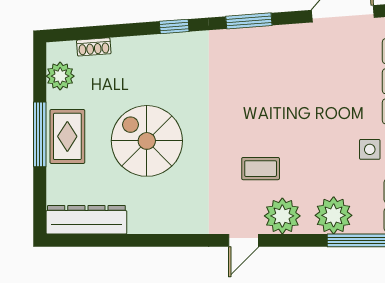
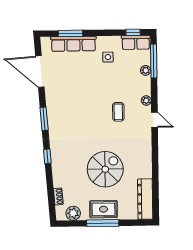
spiral stairs: (147, 141) -> (105, 169), turned 180
plant: (334, 215) -> (146, 70), width x0.53, depth x0.53
plant: (282, 216) -> (146, 100), width x0.53, depth x0.53

